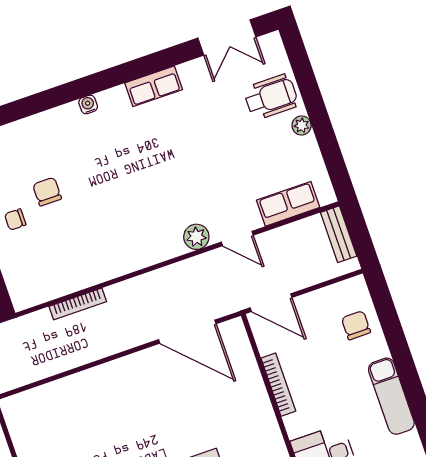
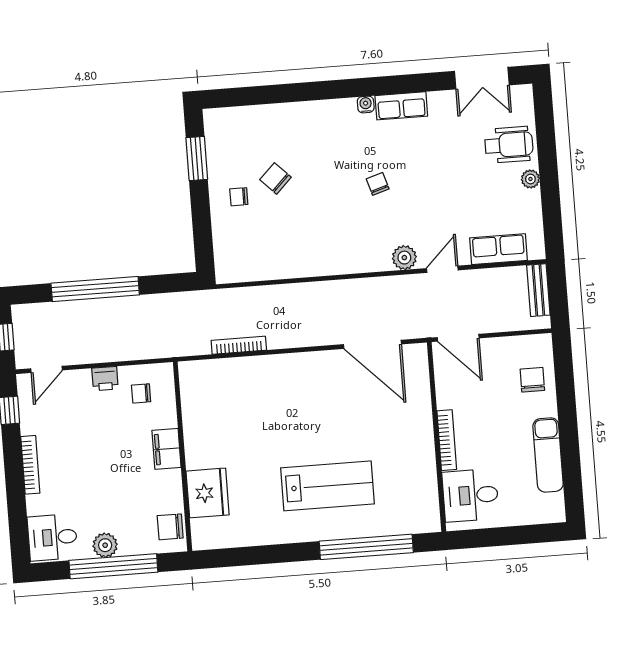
water cooler: (88, 105) -> (366, 104), moved
chair: (150, 170) -> (378, 184), added
chair: (47, 192) -> (275, 178), turned -45
door: (237, 239) -> (442, 269), swing flipped
bookcase: (78, 304) -> (239, 345), moved, turned 180
bookcase: (278, 385) -> (447, 440), moved

